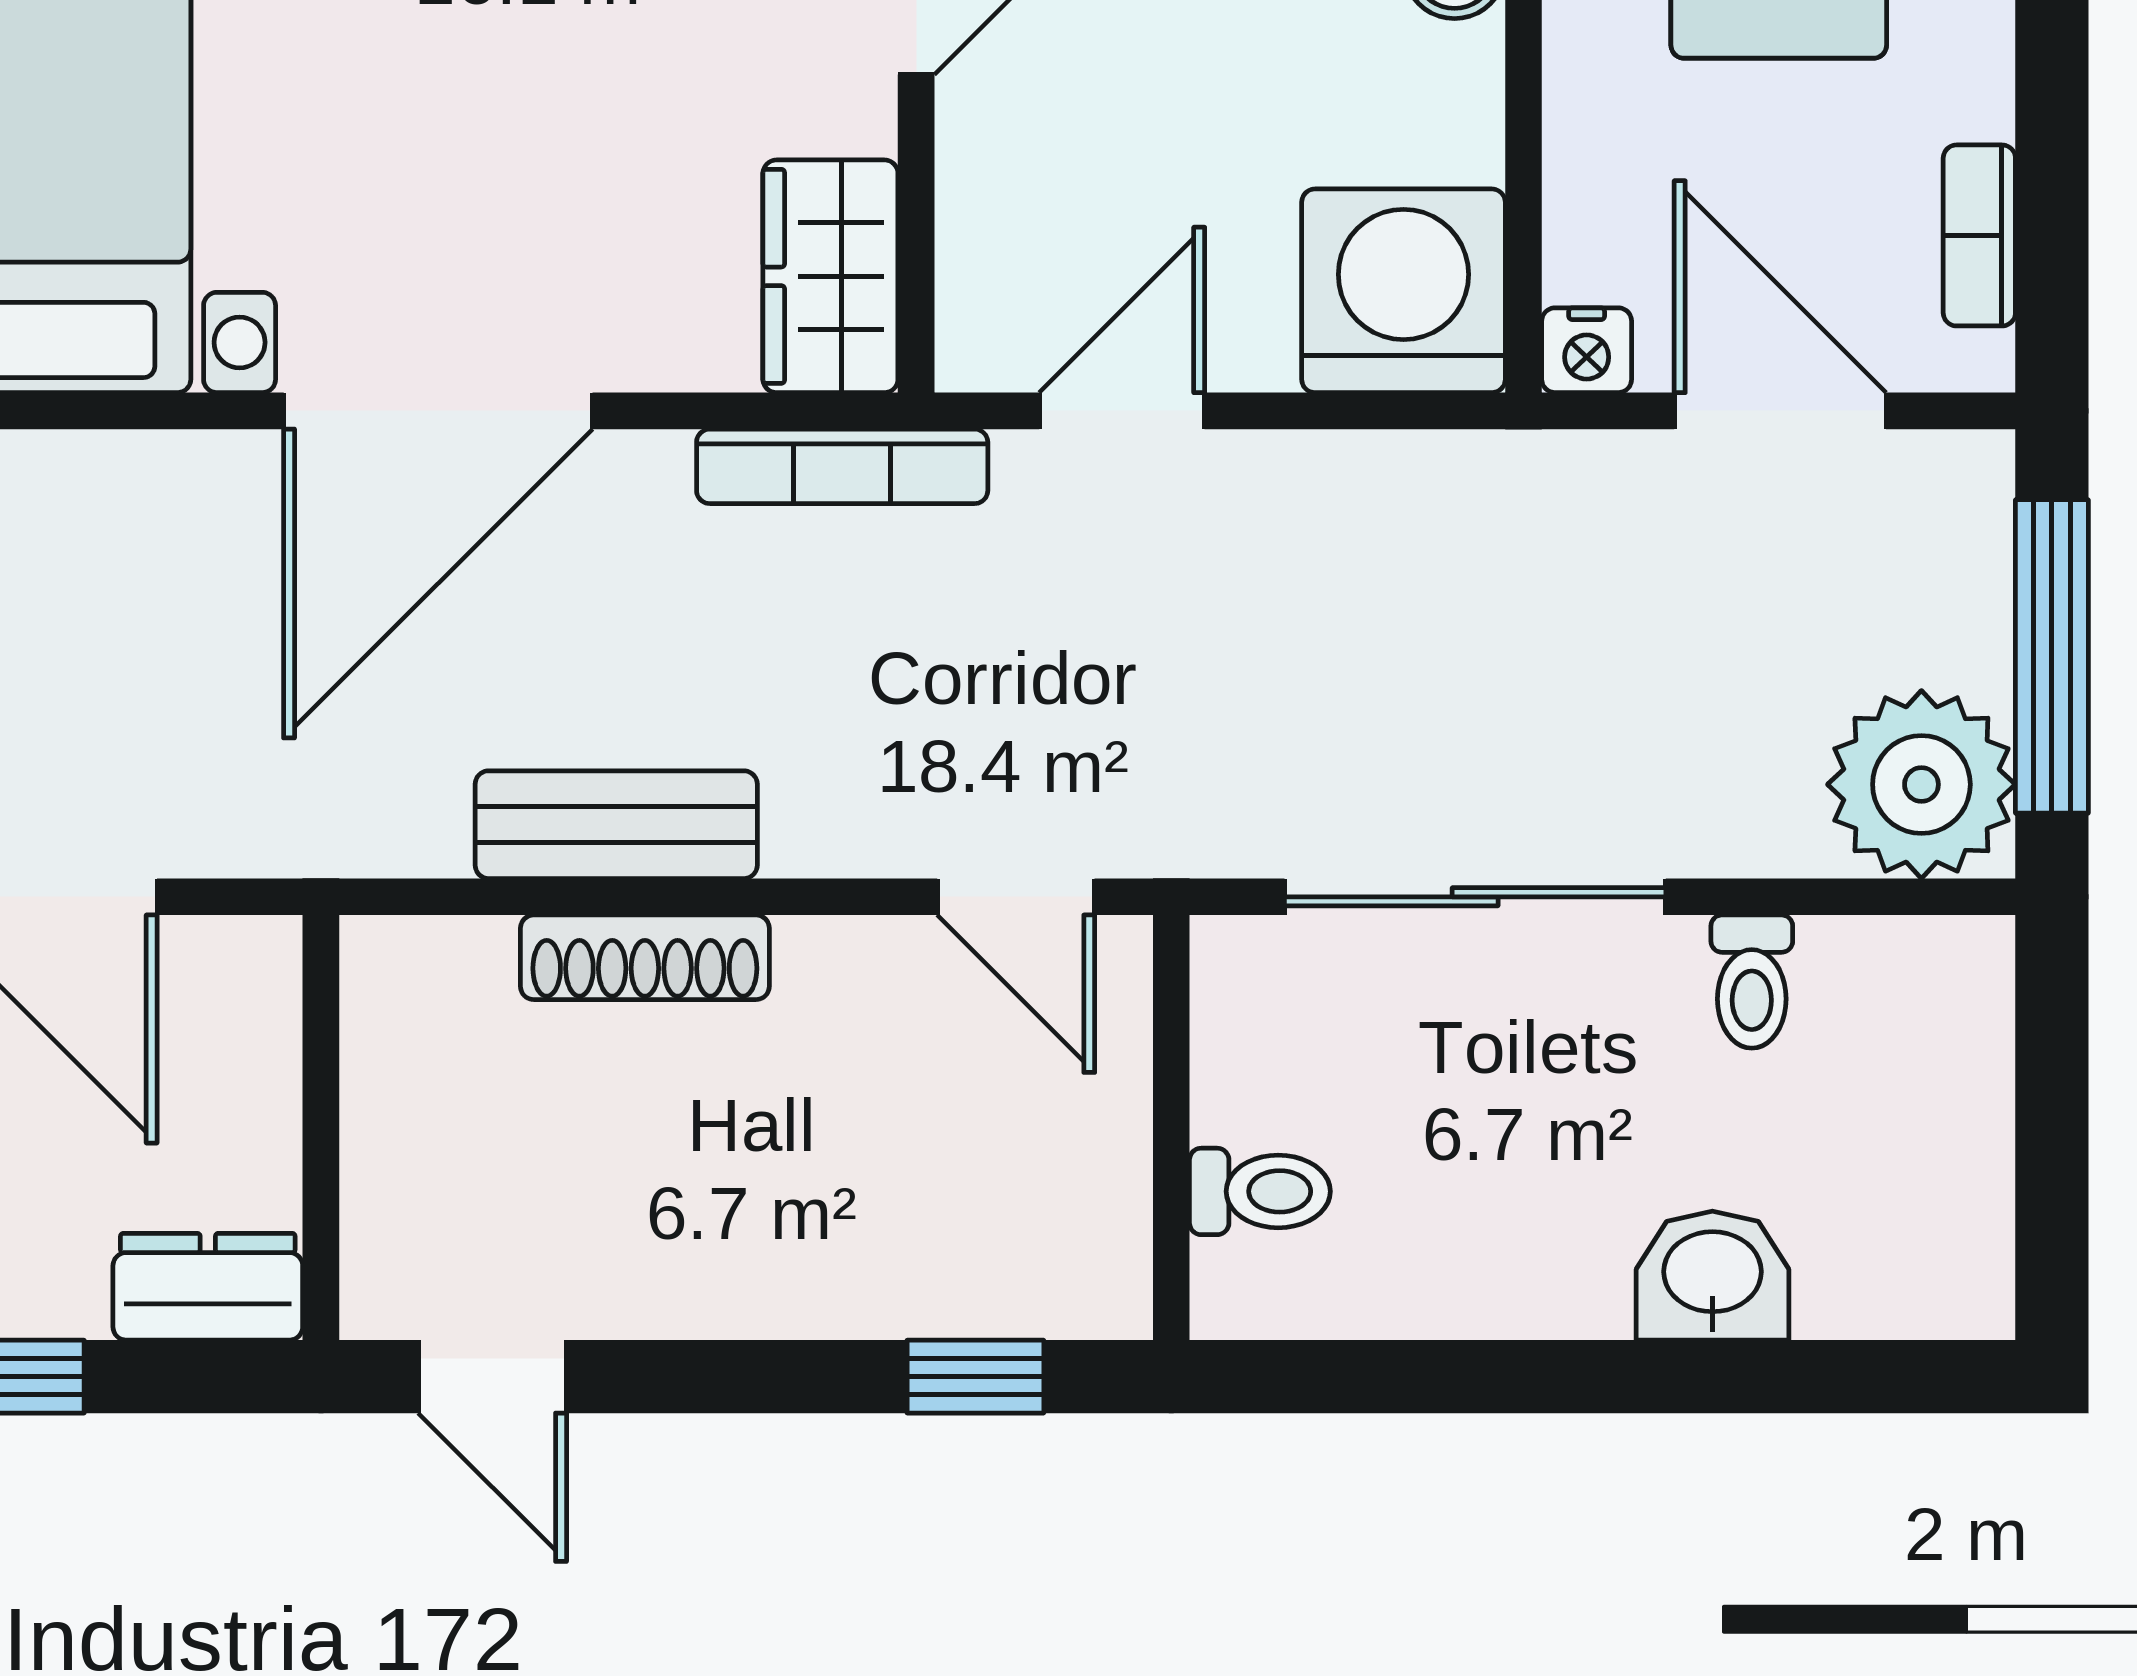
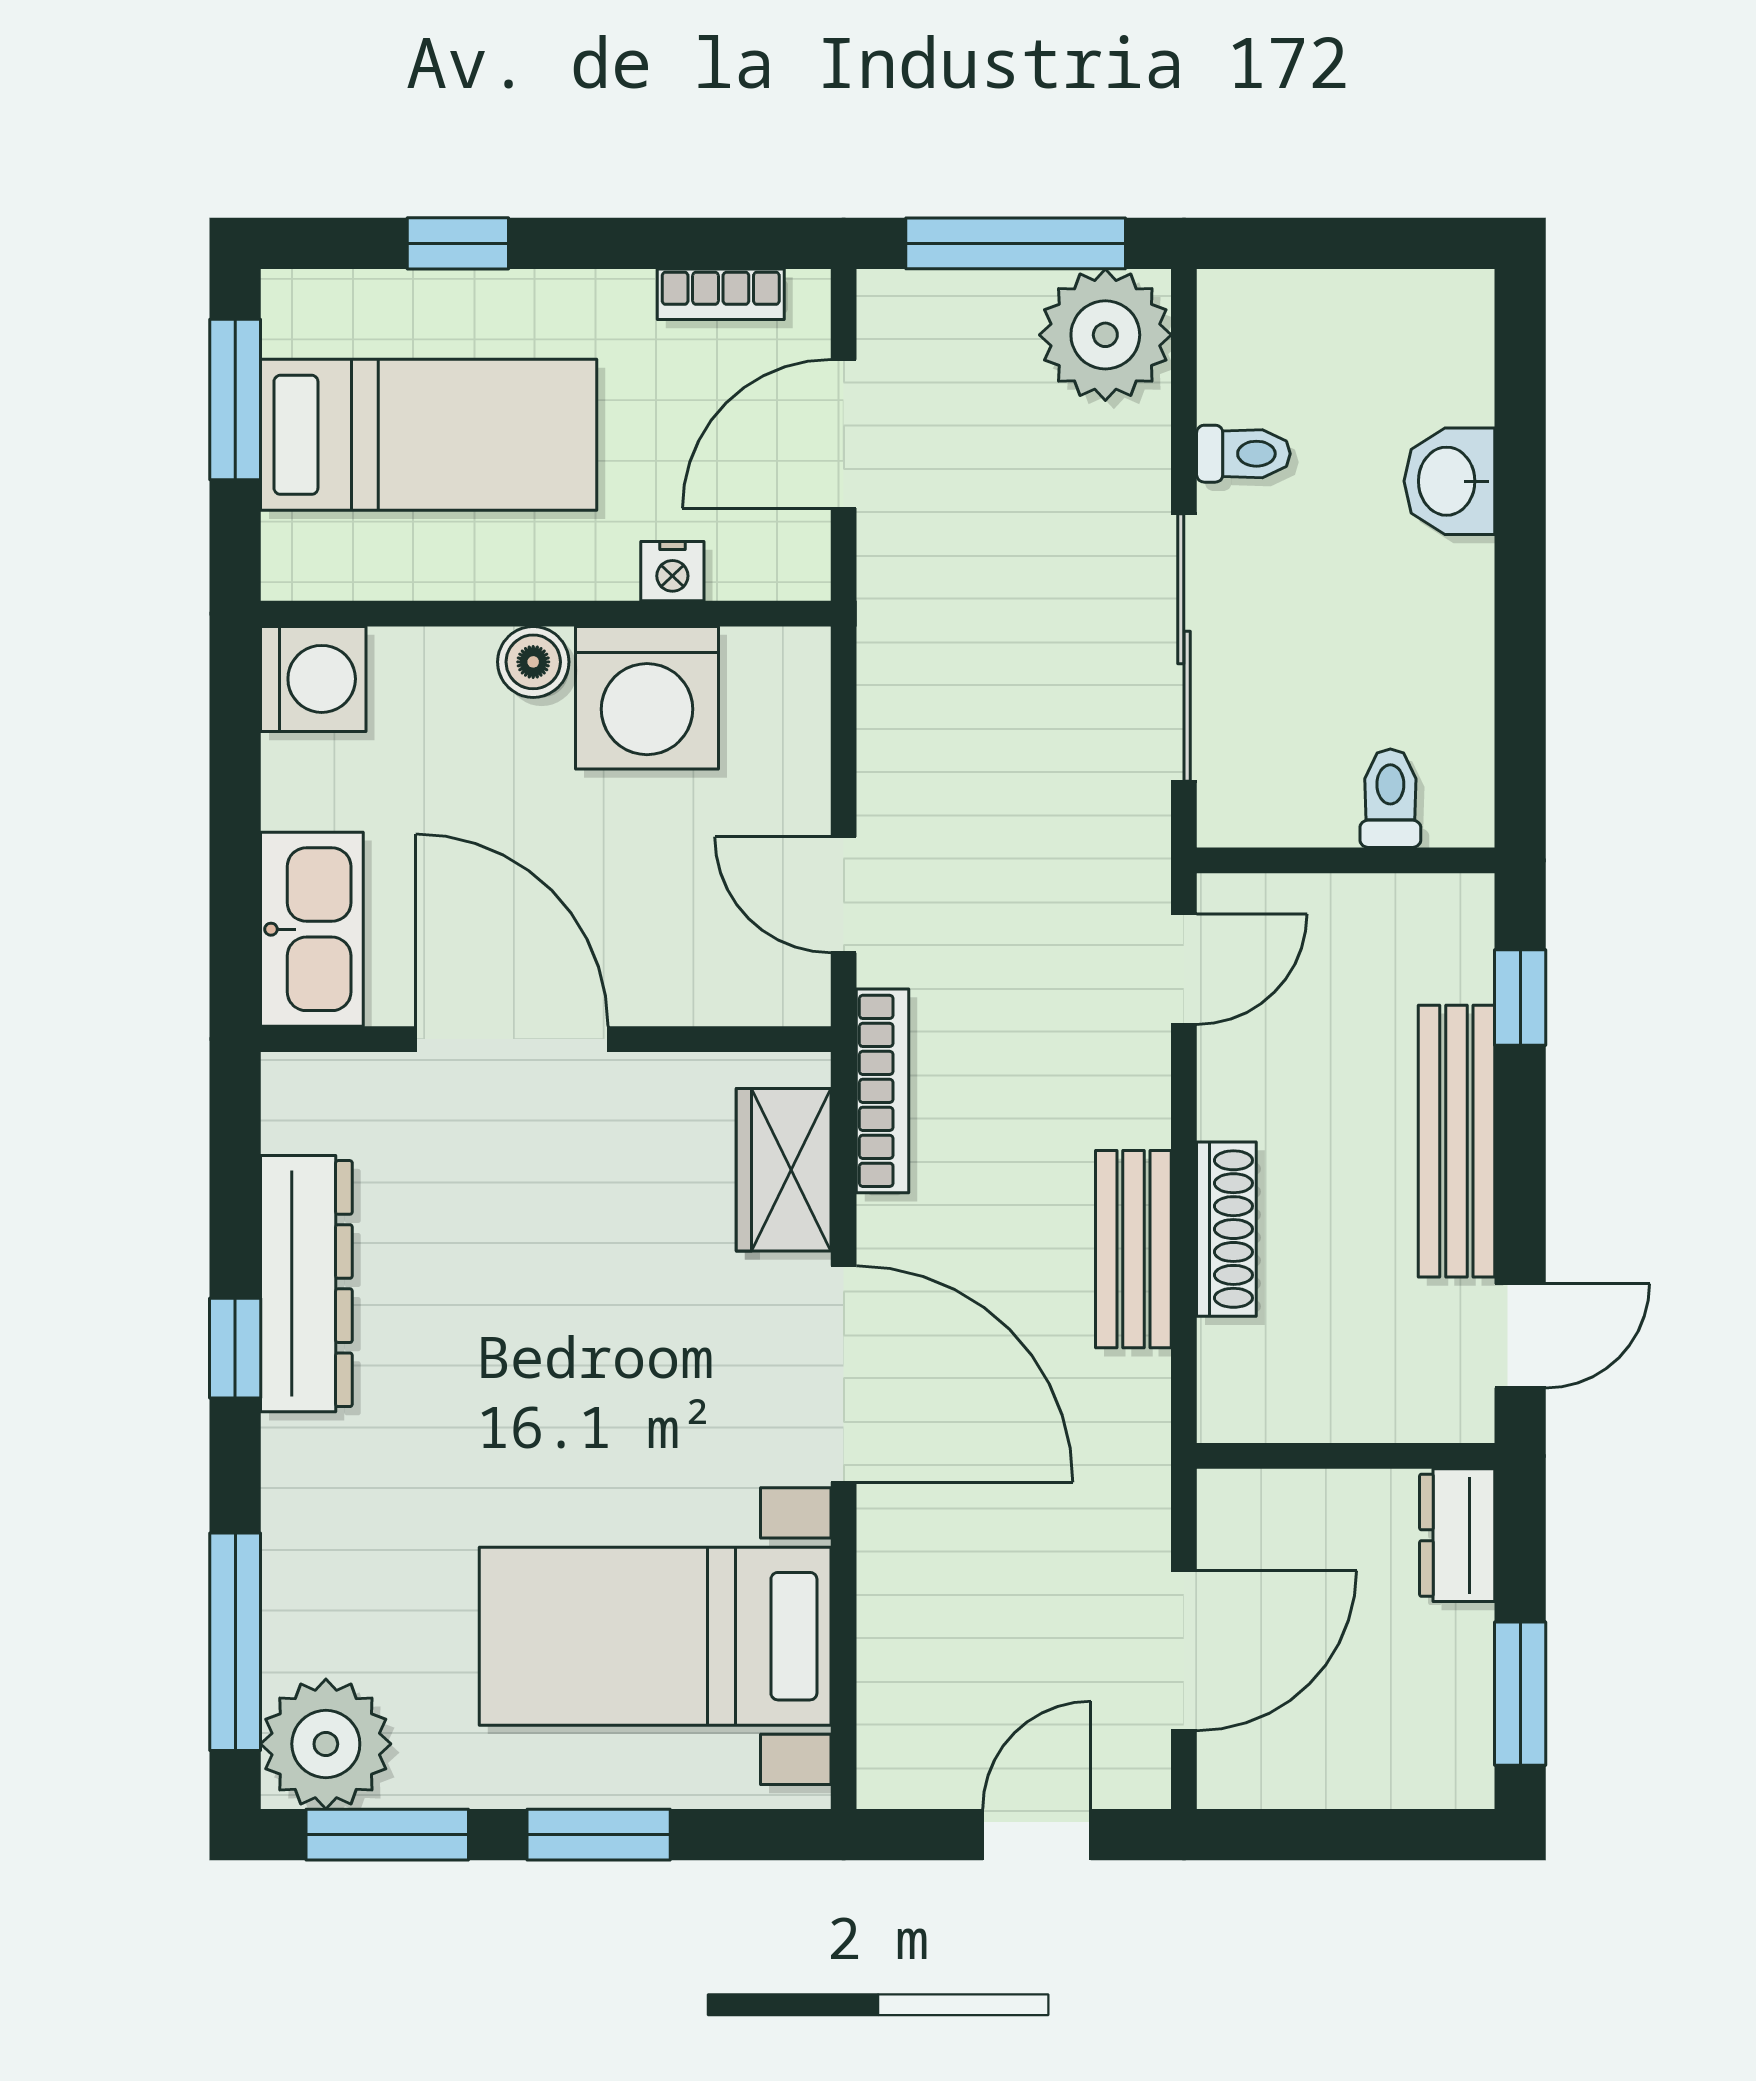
wardrobe: (830, 276) -> (784, 1170), moved, turned 90
washing machine: (1403, 291) -> (647, 698), moved, turned -90
nightstand: (1587, 350) -> (672, 571), moved, turned 90
bench: (770, 1286) -> (1456, 1141), added

